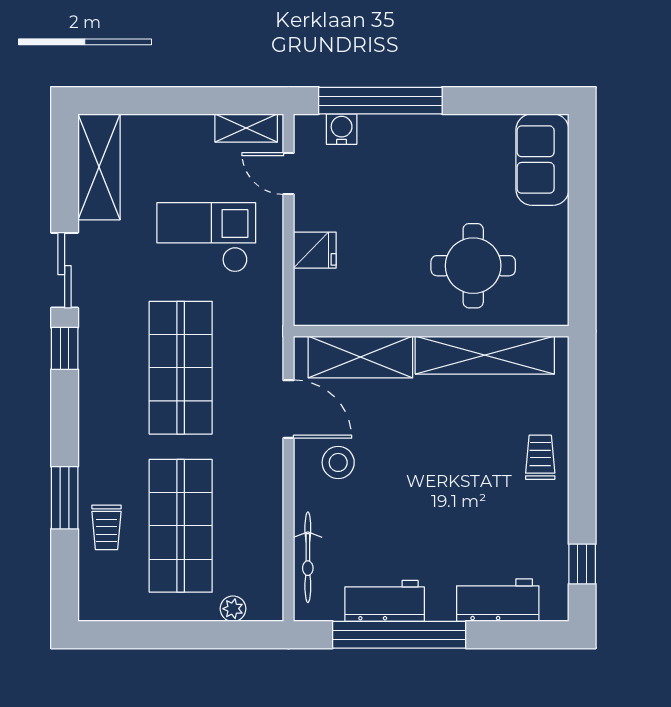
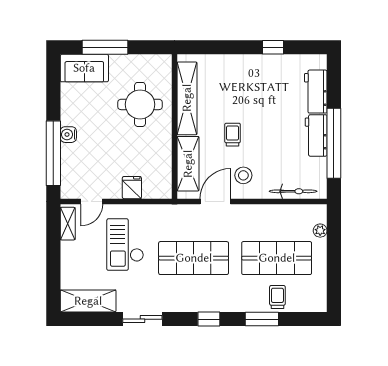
water cooler: (342, 129) -> (68, 135), moved
window: (582, 199) -> (105, 47), added
window: (65, 348) -> (209, 319), moved
trolley: (540, 457) -> (233, 135), moved, turned 90
trolley: (106, 527) -> (277, 297), turned -90
window: (582, 564) -> (273, 47), moved
workbench: (385, 601) -> (316, 135), moved

